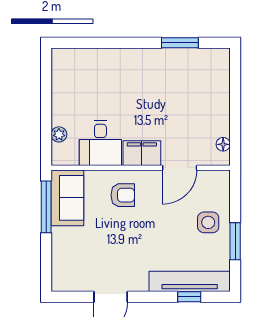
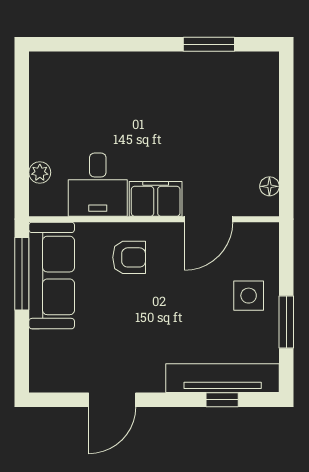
sofa: (67, 198) -> (52, 275), width x1.36

